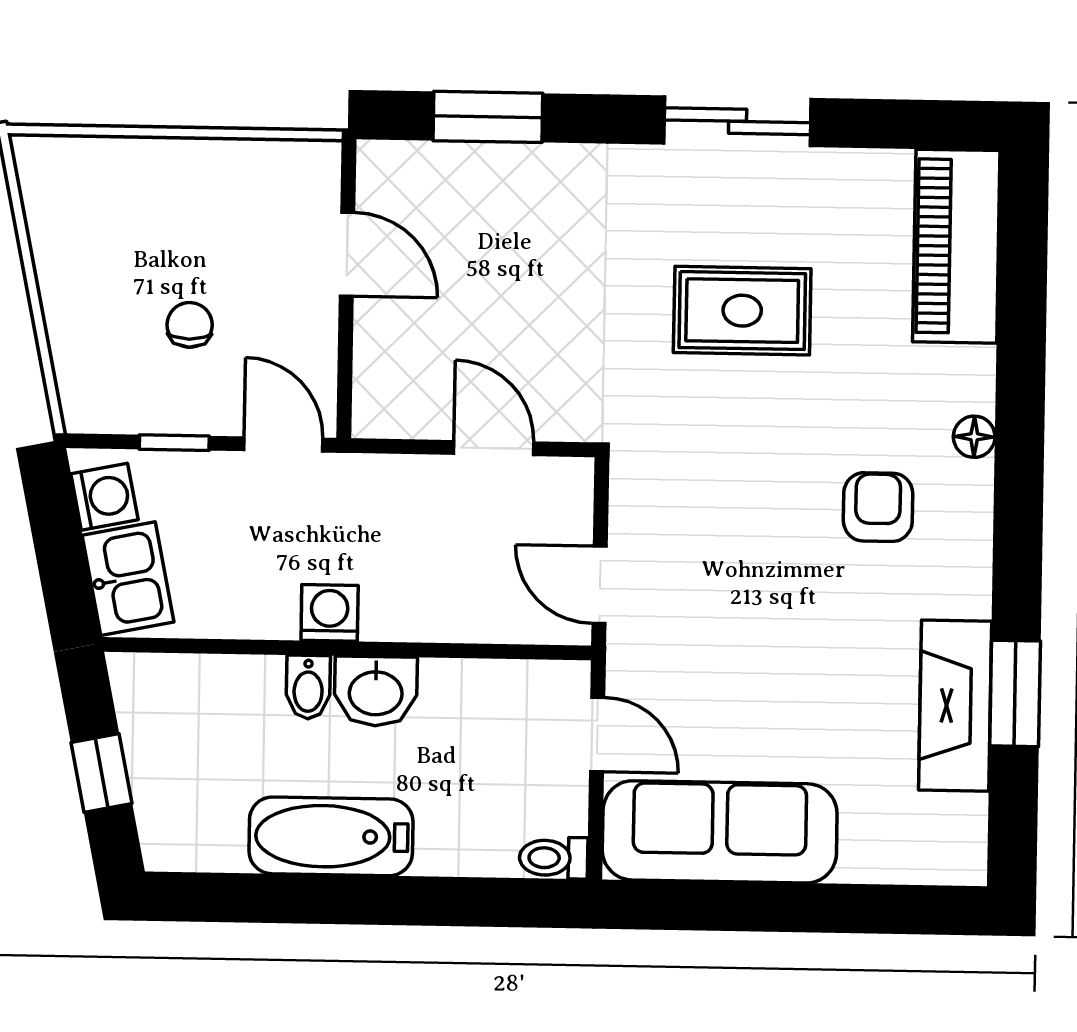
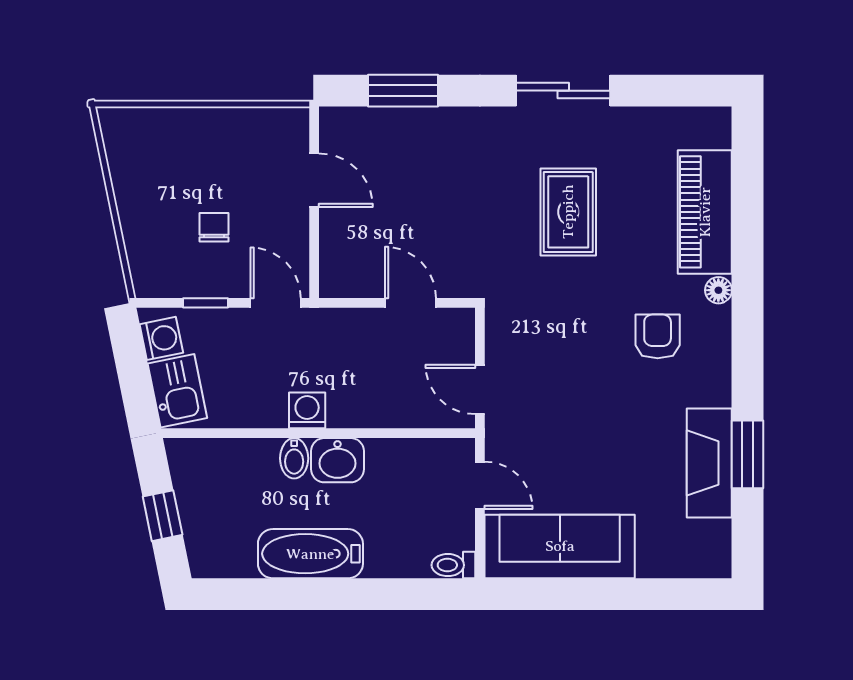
piano: (956, 246) -> (705, 212), moved
rug: (742, 311) -> (568, 212), turned 90

